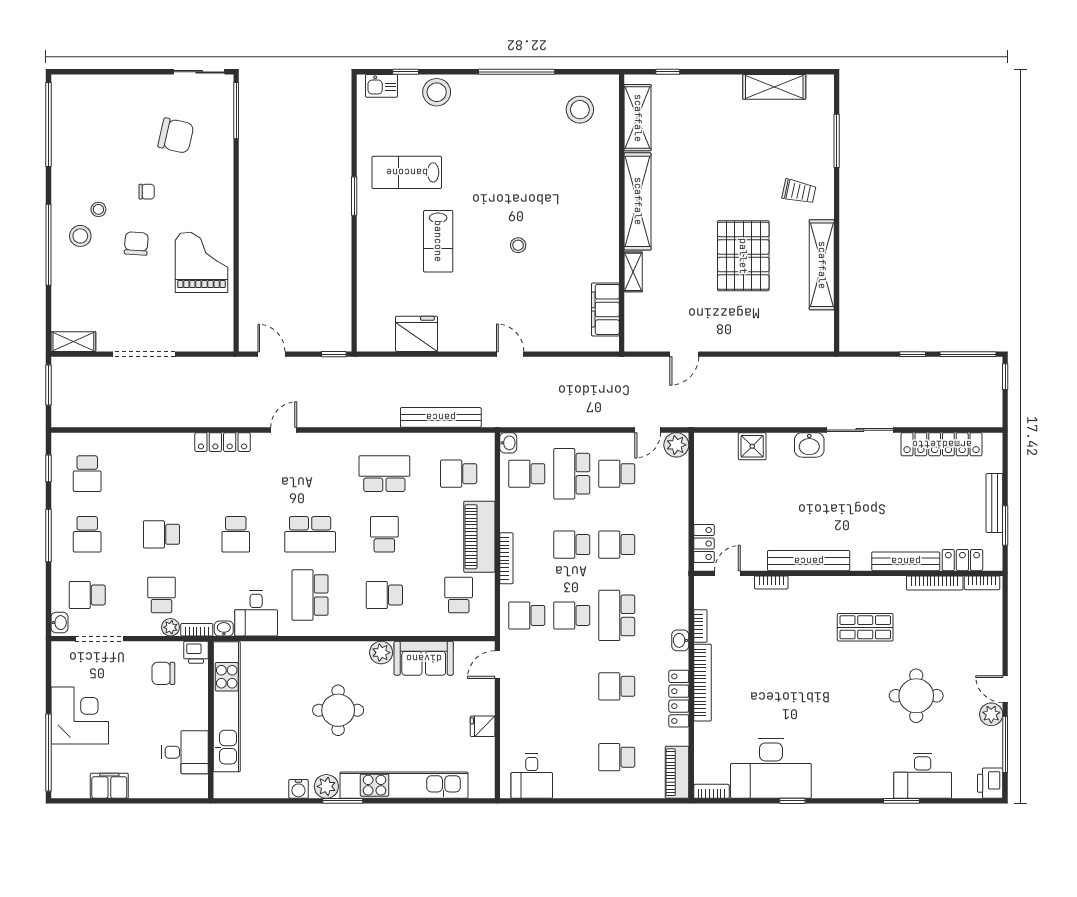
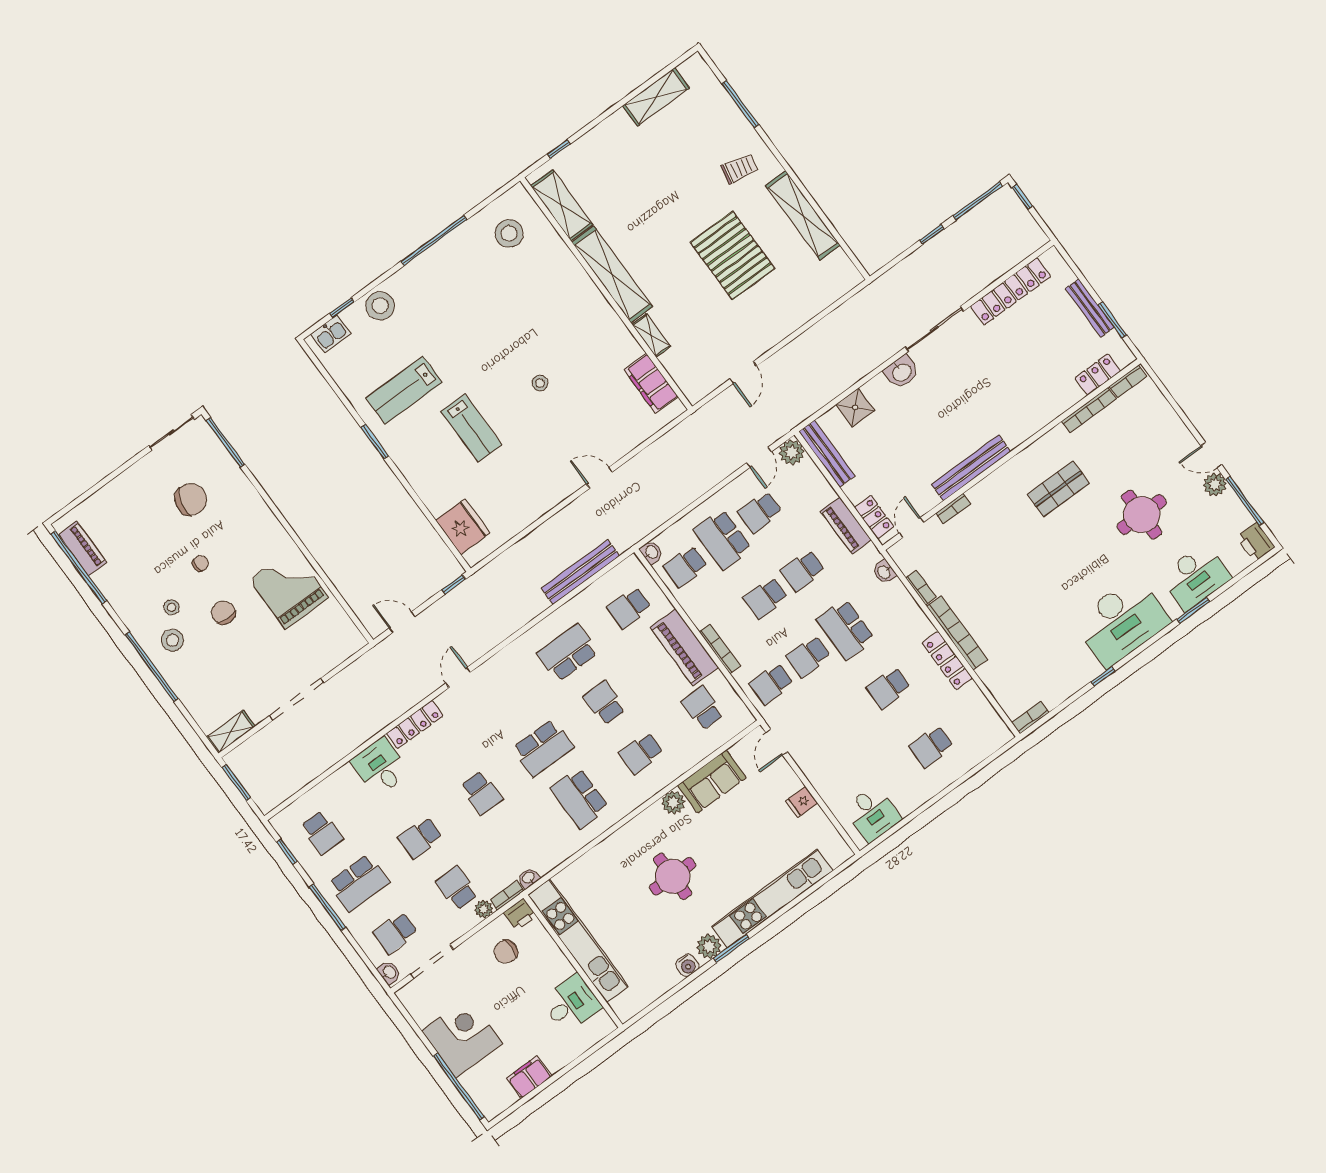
piano: (62, 112) -> (82, 549), added
fridge: (417, 334) -> (463, 527), moved, turned 90
school desk: (87, 534) -> (359, 883), width x1.85
bench: (906, 561) -> (827, 454), moved, turned 90
desk: (256, 613) -> (380, 767), moved, turned 180
washbasin: (680, 640) -> (884, 572), moved
desk: (771, 768) -> (1121, 621), moved
piano: (677, 772) -> (846, 525), moved

